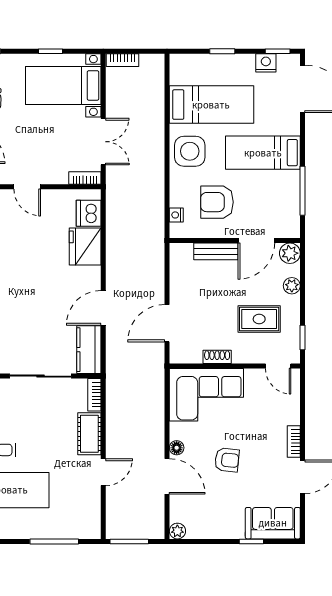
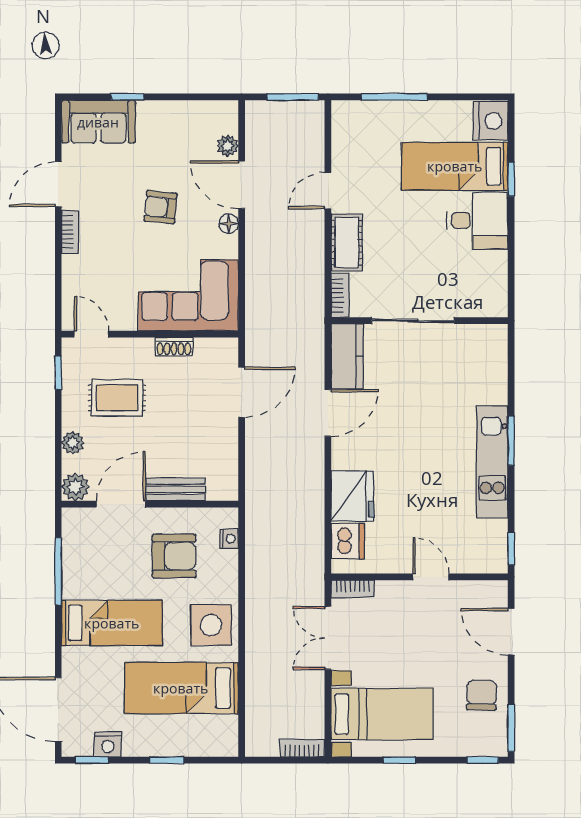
plant: (177, 531) -> (228, 146), moved

